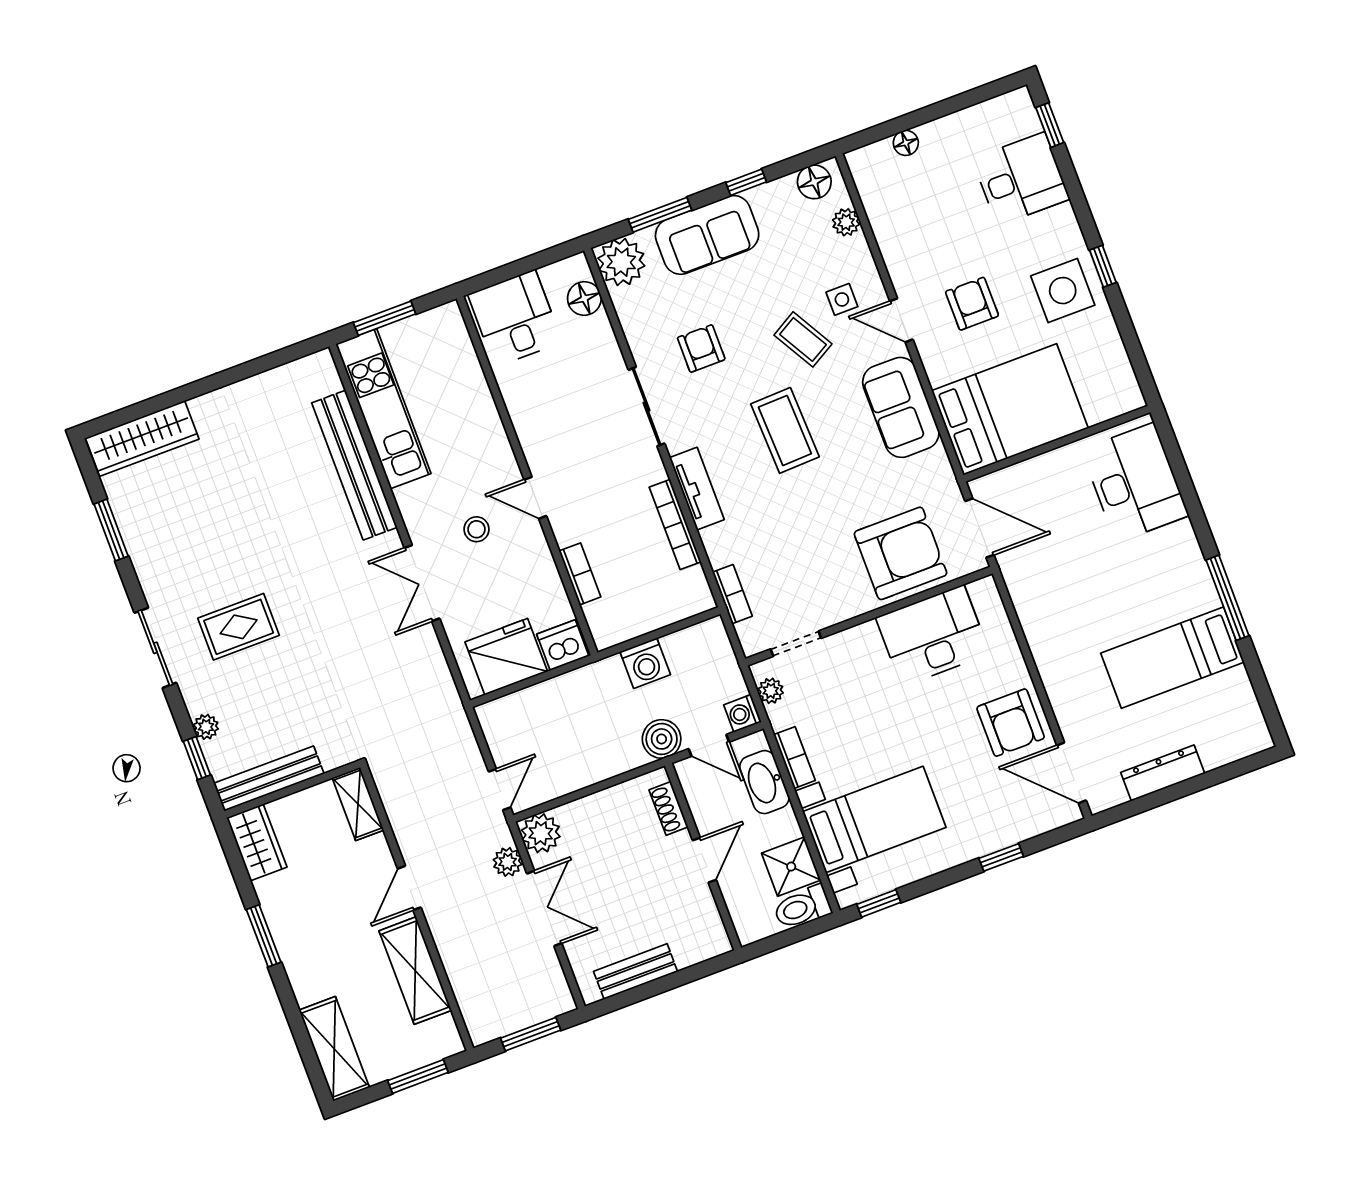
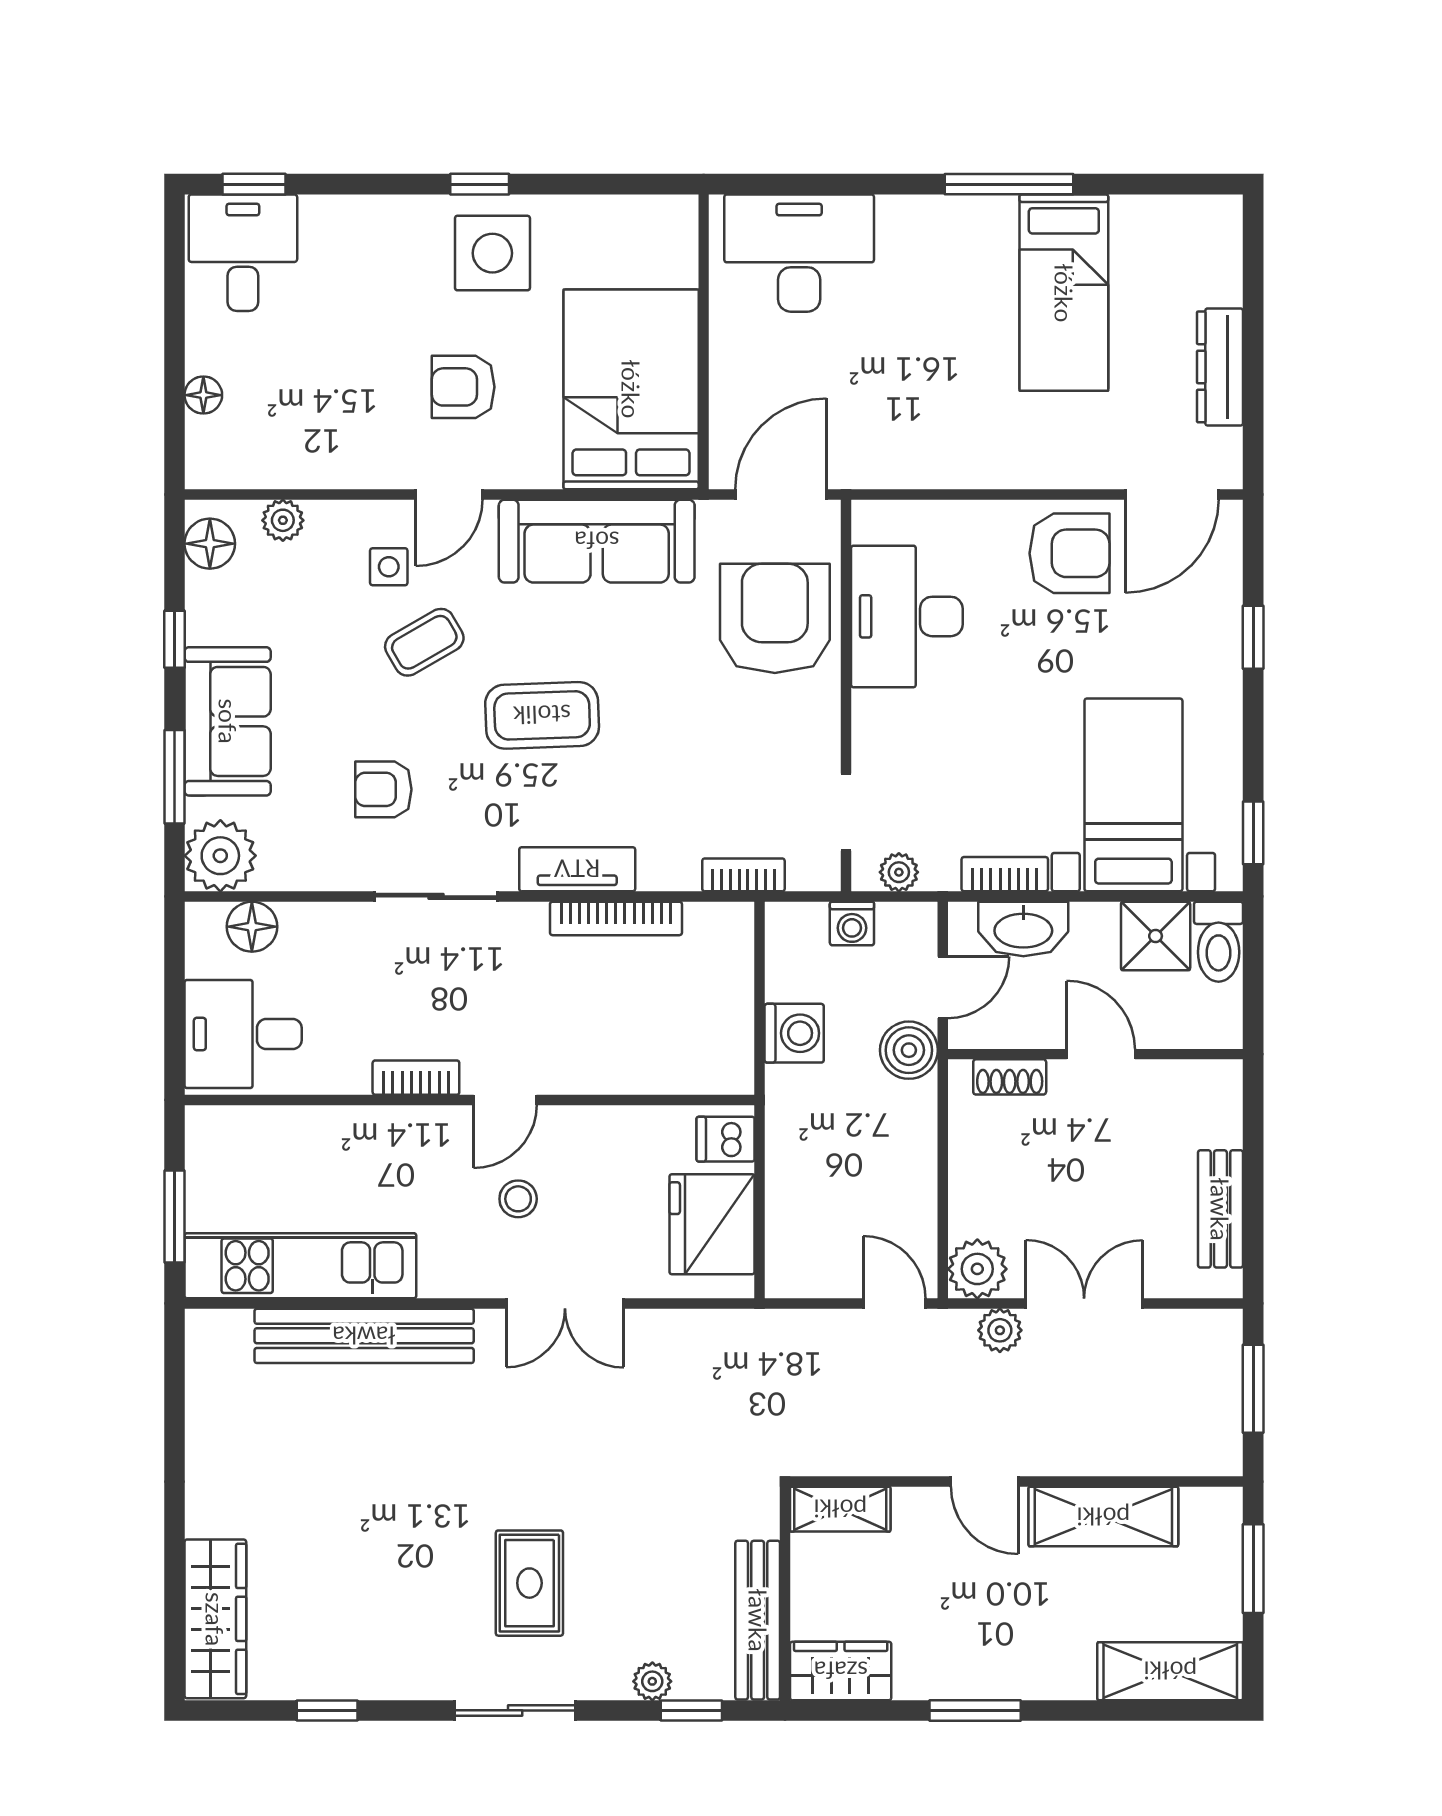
desk: (1021, 179) -> (243, 253), moved
sofa: (901, 407) -> (597, 541), width x1.36
window: (111, 530) -> (327, 1710), width x0.67
bookcase: (580, 574) -> (416, 1078), moved
dishwasher: (563, 645) -> (726, 1139), width x0.73
washing machine: (743, 713) -> (852, 924), moved

